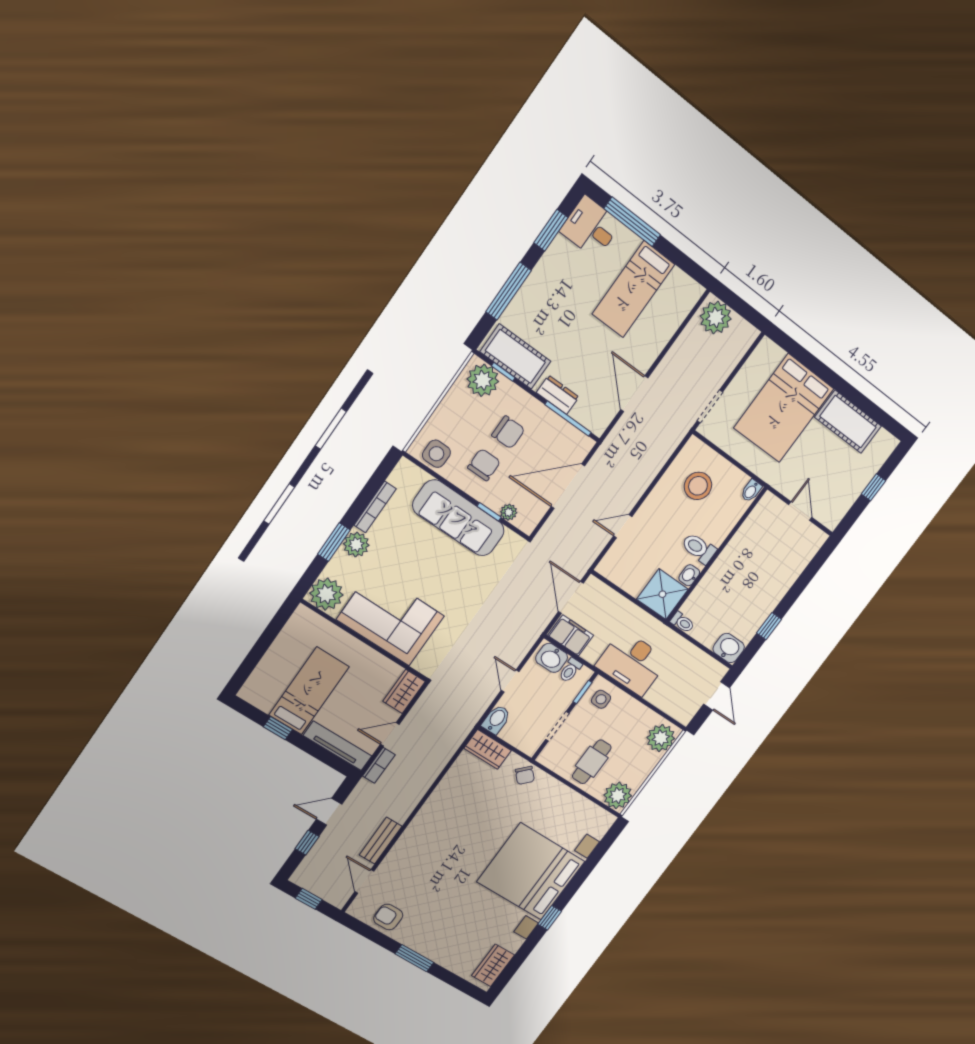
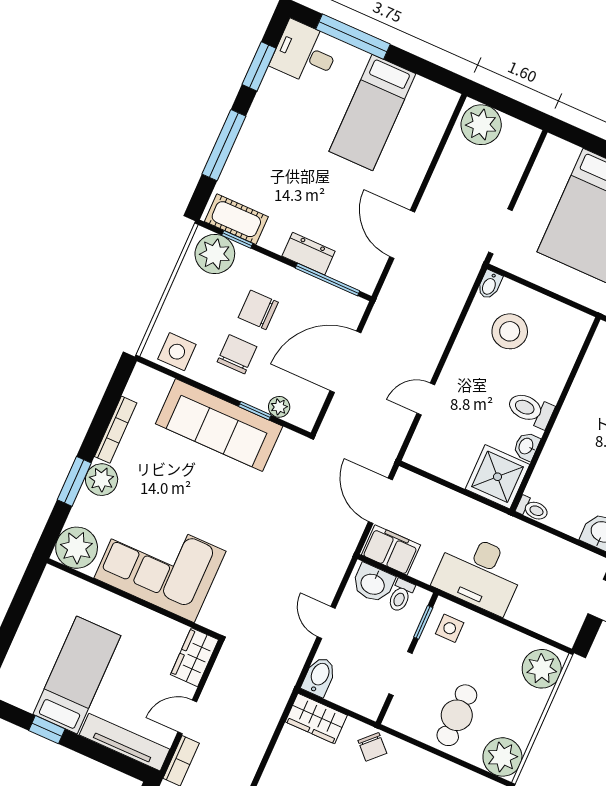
cot: (515, 356) -> (236, 219), width x0.73, depth x0.75
chair: (508, 432) -> (258, 310), turned 180
bidet: (751, 491) -> (490, 285), moved

